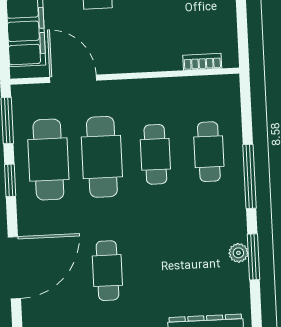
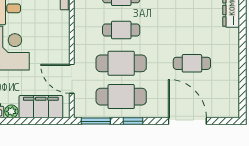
door: (73, 79) -> (72, 79), hinge flipped

